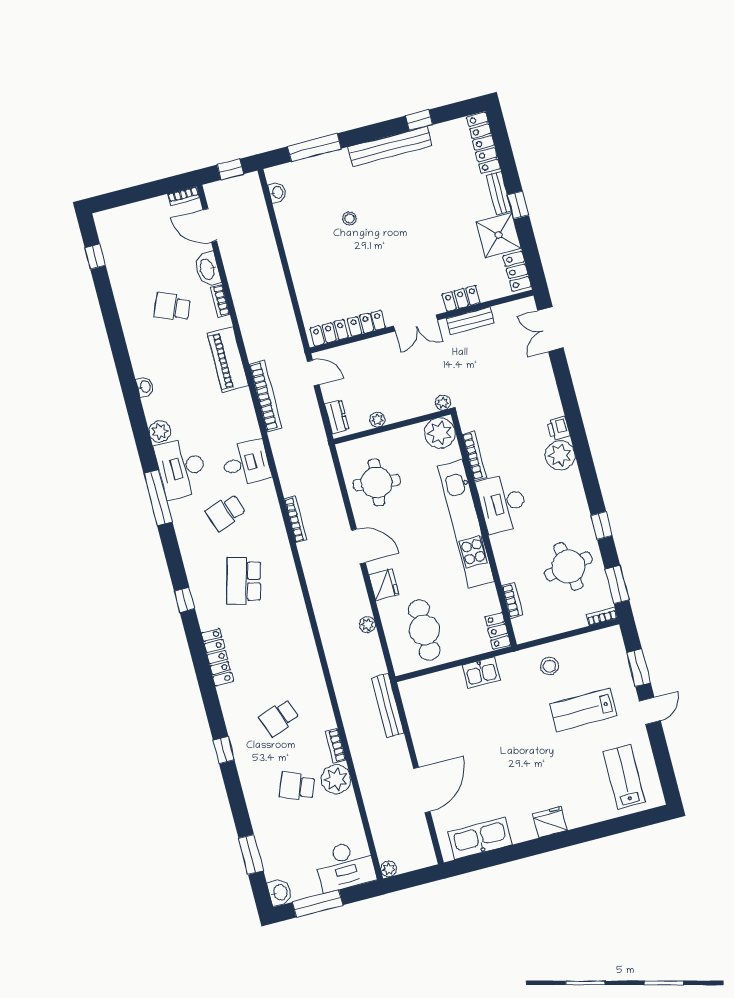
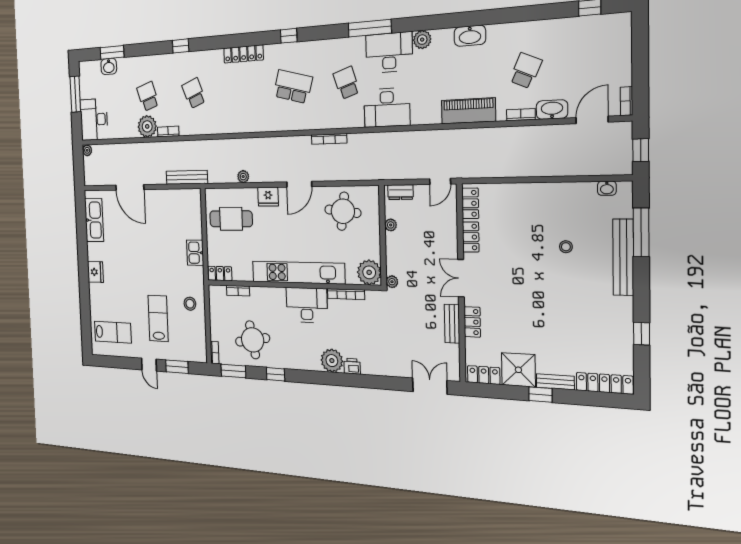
bench: (390, 146) -> (623, 257), moved
washbasin: (145, 387) -> (470, 36), width x1.91, depth x1.45
bookcase: (266, 396) -> (430, 137), removed
desk: (246, 463) -> (387, 108), width x1.37
school desk: (297, 786) -> (148, 96), turned -39
washbasin: (280, 893) -> (109, 66), moved

